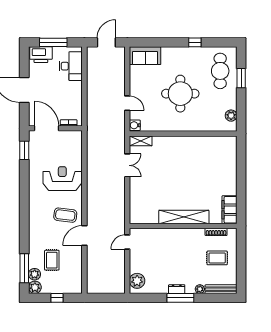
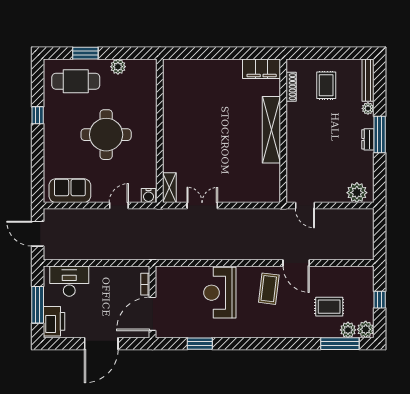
sofa: (145, 56) -> (70, 191), moved, turned -90
plant: (231, 116) -> (118, 67), moved
window: (24, 150) -> (200, 344), moved

